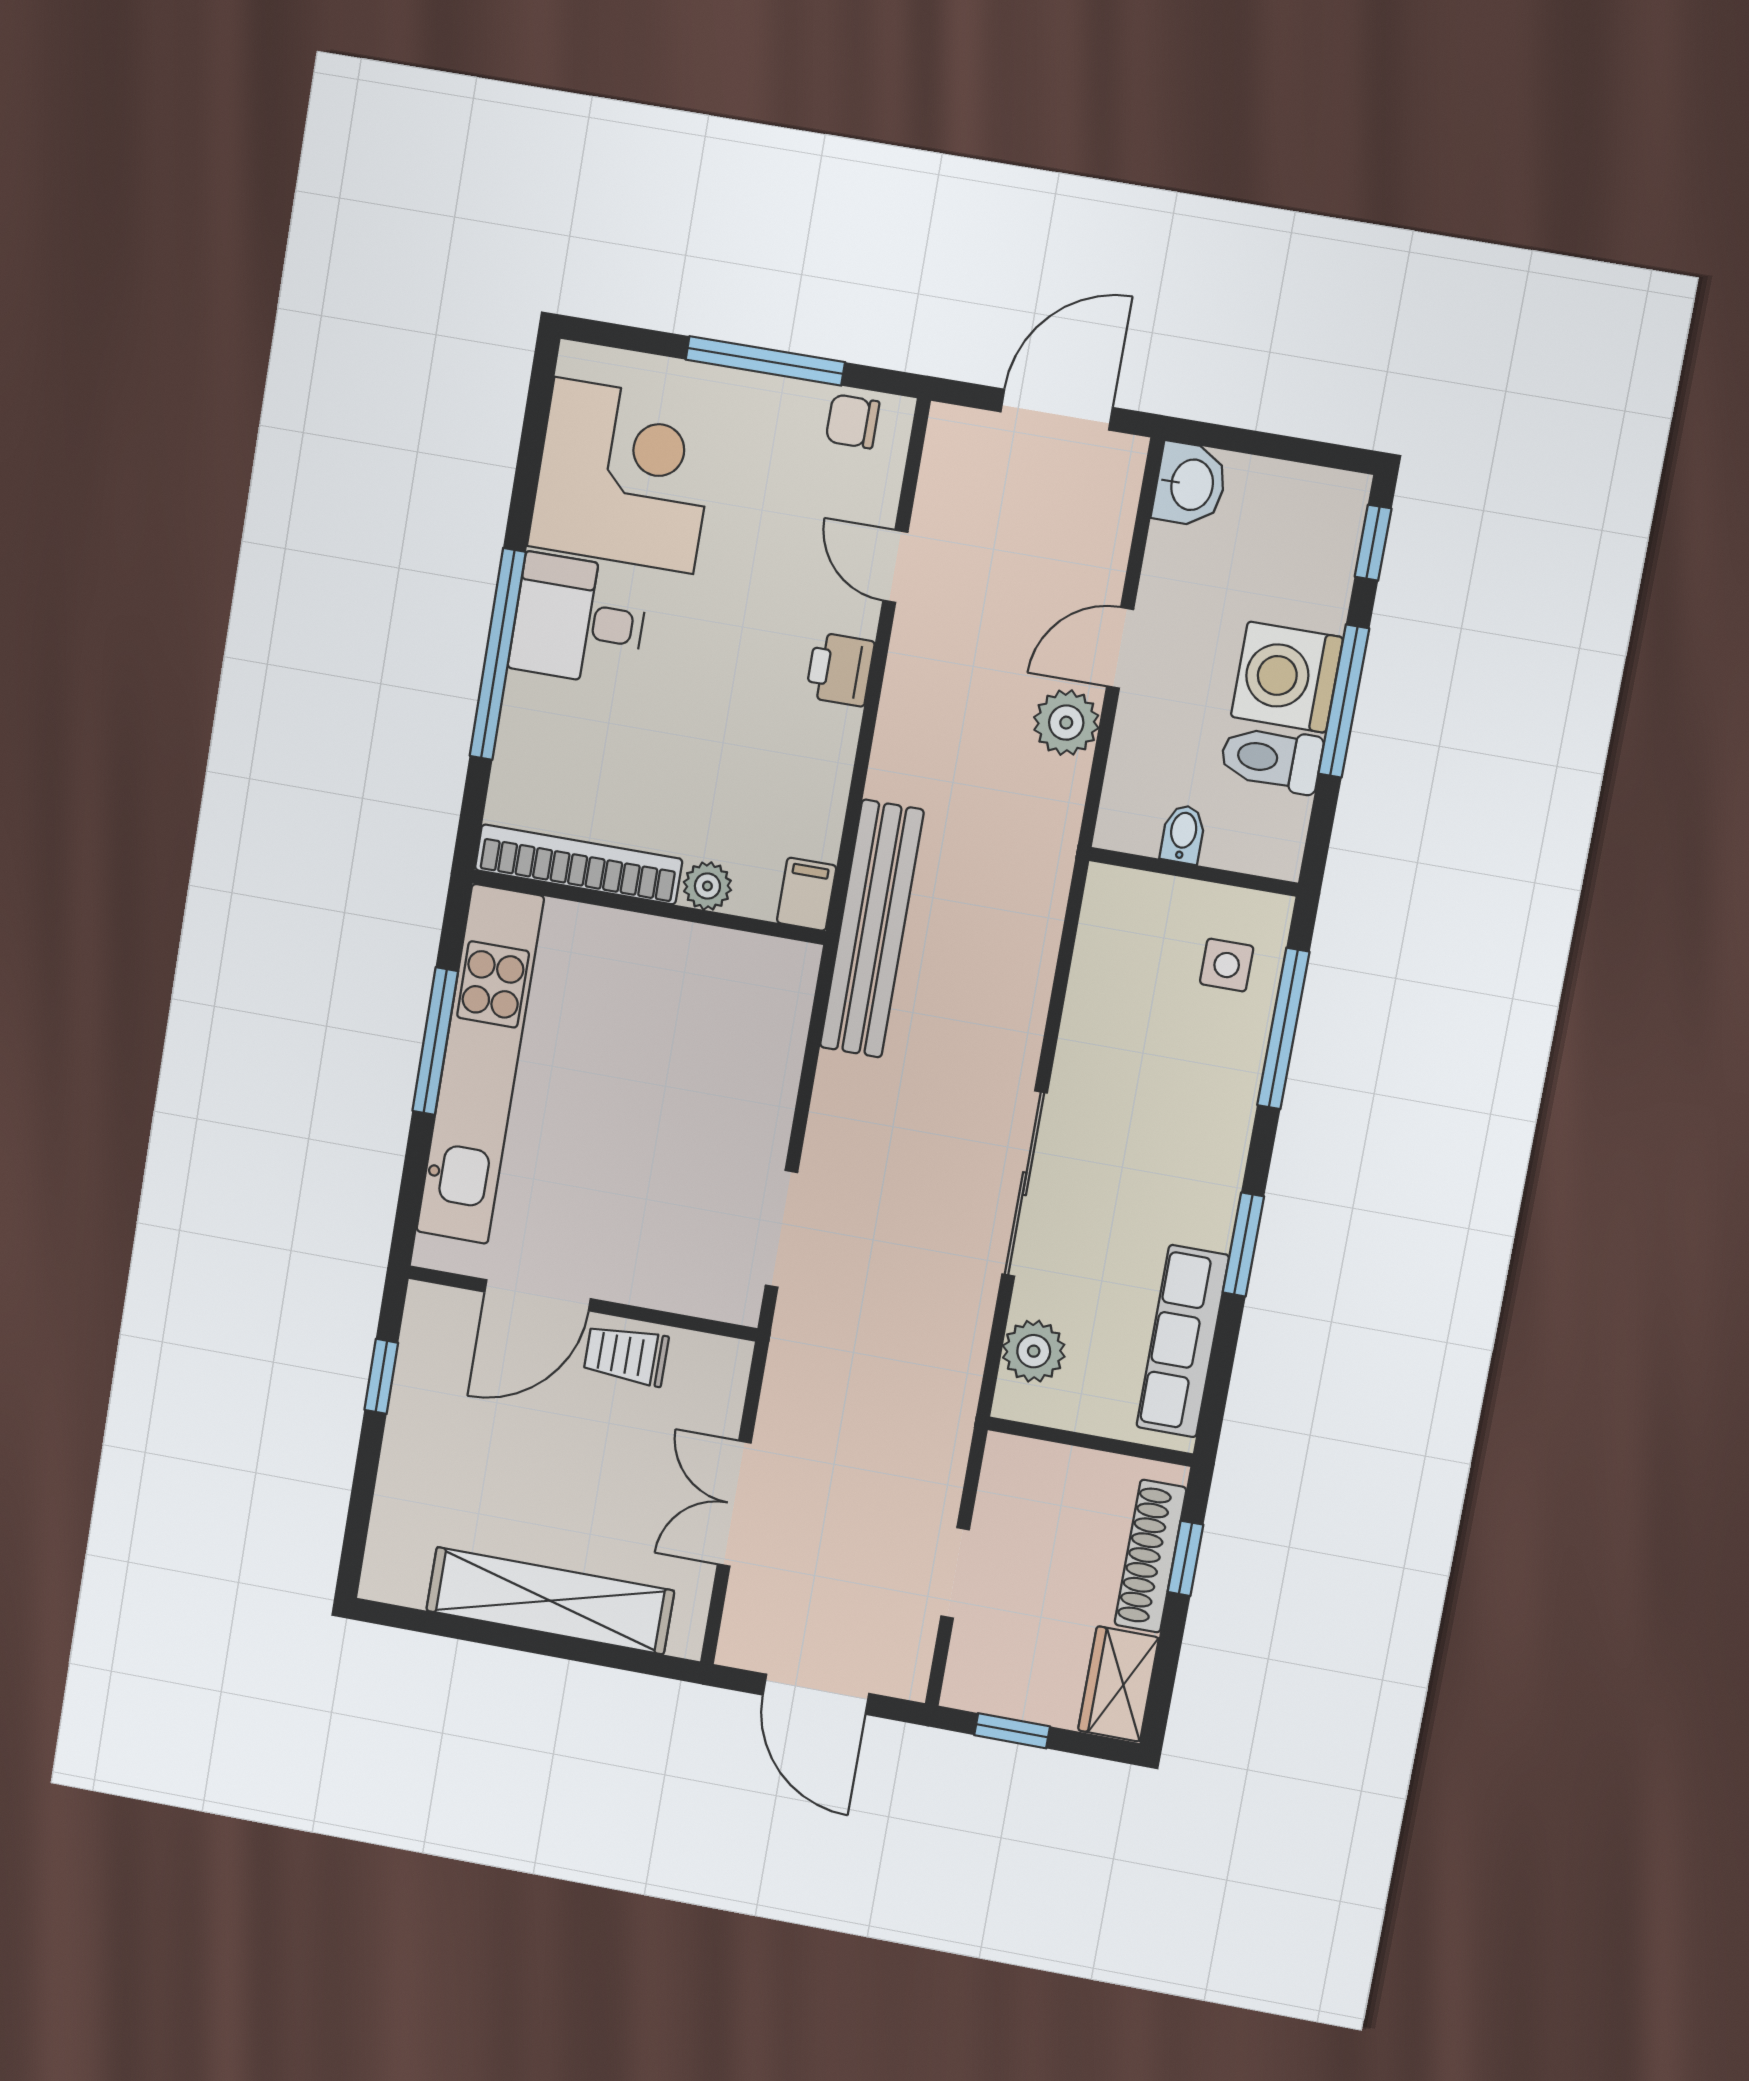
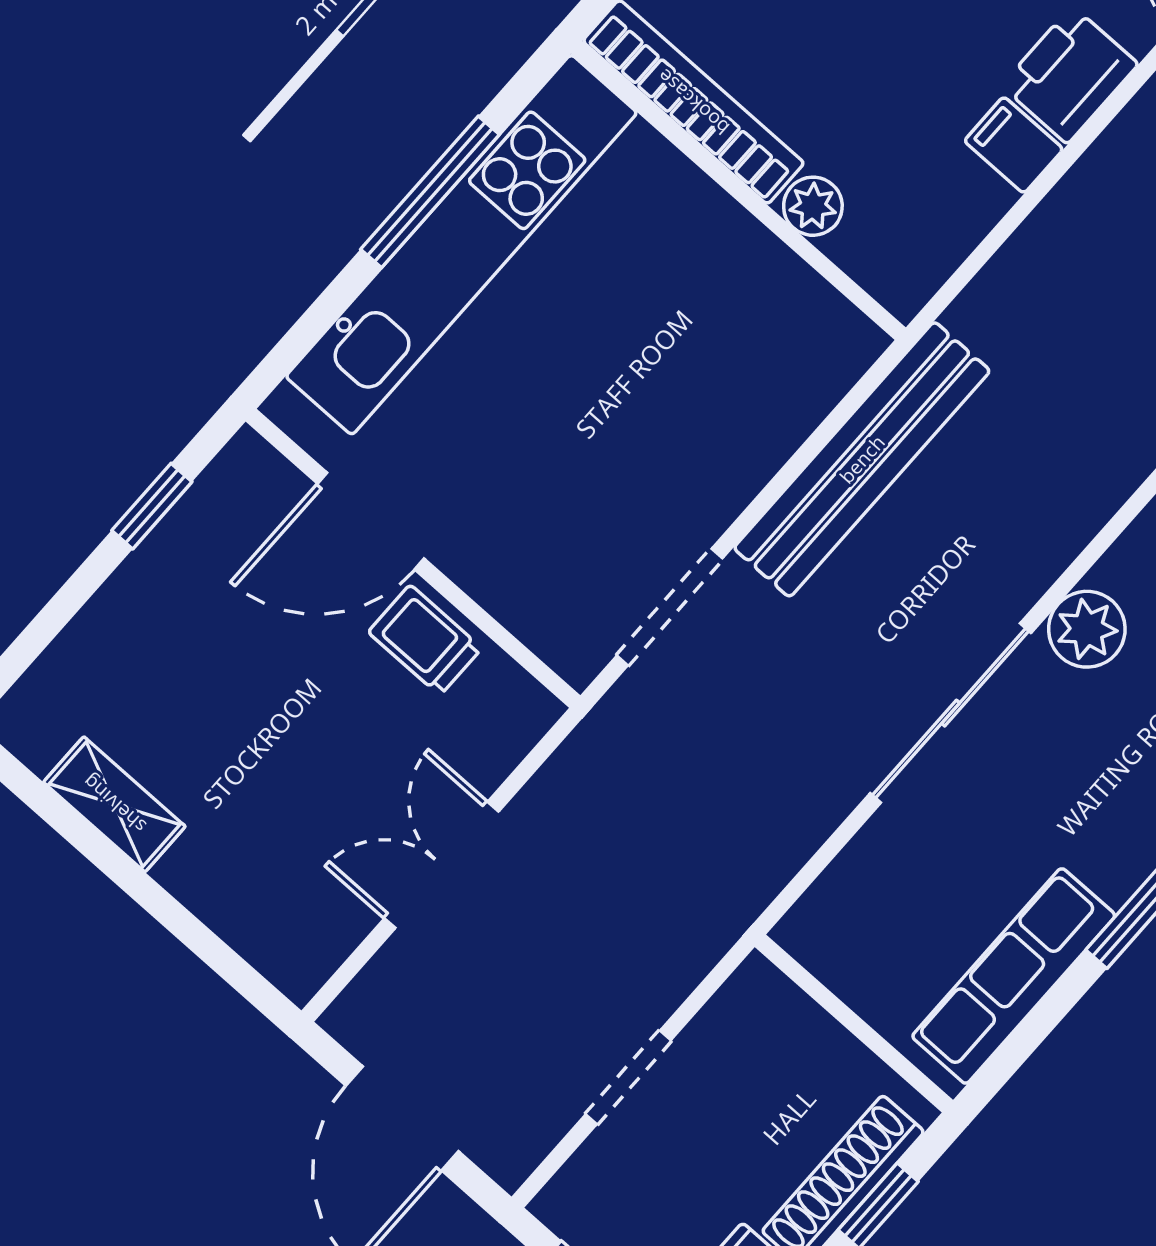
printer: (840, 669) -> (1070, 75), width x1.36, depth x1.24
filing cabinet: (807, 894) -> (1014, 145), moved, turned -90
bench: (872, 929) -> (862, 459), moved
plant: (1034, 1351) -> (1087, 629), moved
shelving: (550, 1601) -> (114, 804), width x0.45, depth x0.75

